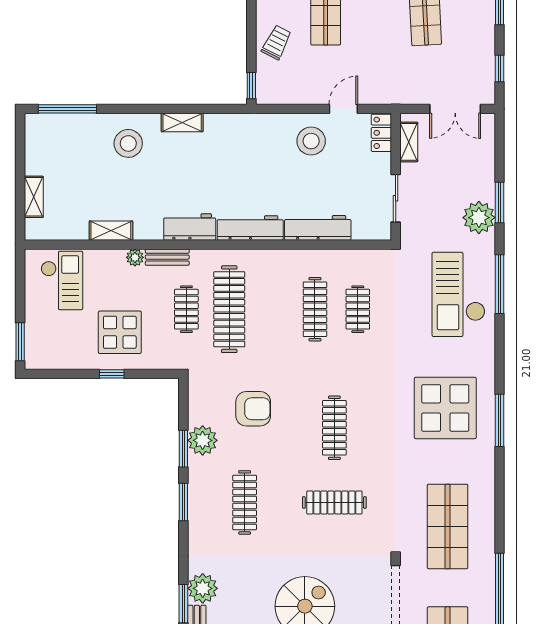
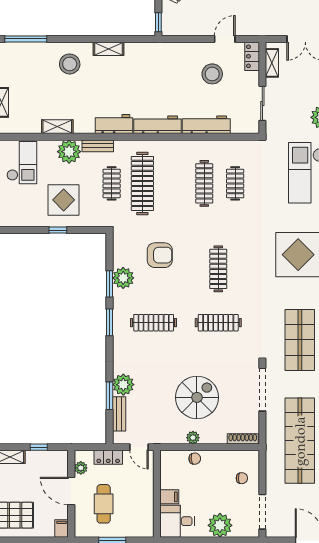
stool: (311, 141) -> (212, 74), moved
plant: (135, 257) -> (69, 152), width x1.88, depth x1.88
clothes rail: (245, 502) -> (154, 323), turned 90

